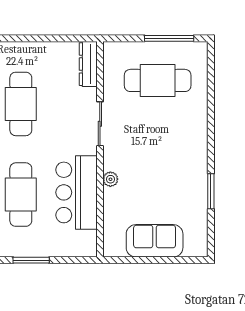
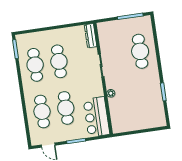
cafe table: (158, 80) -> (140, 51), moved, turned 90
bar counter: (76, 192) -> (96, 117), moved
sofa: (155, 241) -> (138, 122), removed

